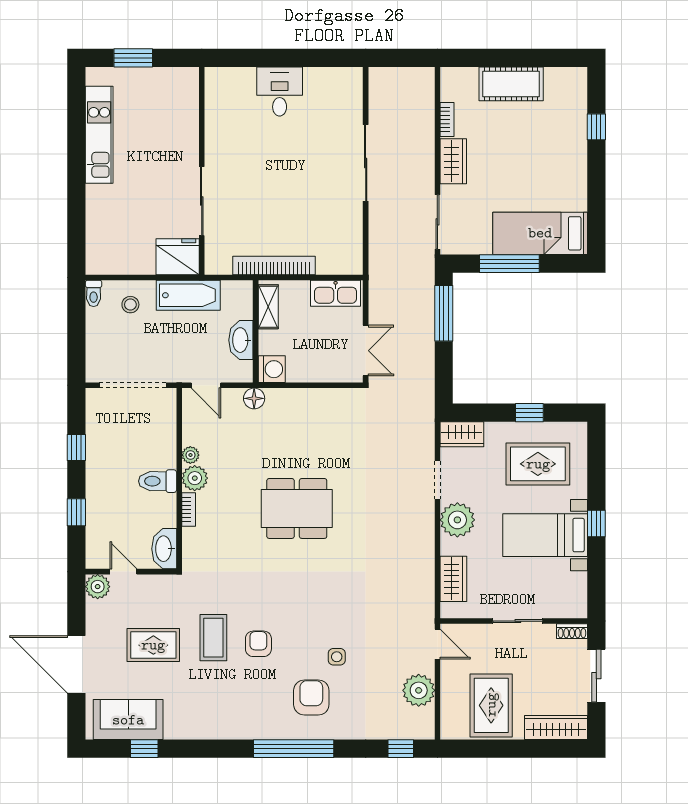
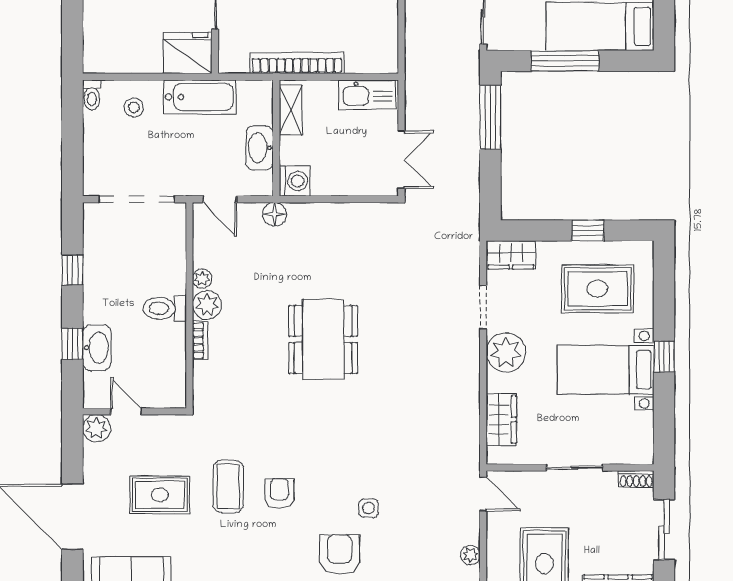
dining table: (297, 508) -> (323, 339), turned 90
washbasin: (164, 549) -> (97, 348), moved, turned 180
plant: (419, 690) -> (470, 555), width x0.53, depth x0.53

